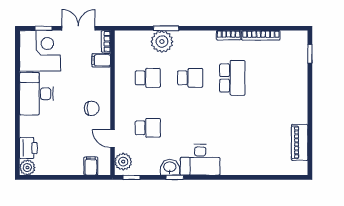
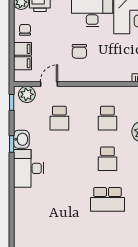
filing cabinet: (101, 60) -> (23, 49), moved, turned 90
chair: (92, 108) -> (79, 51), moved
chair: (56, 164) -> (25, 30), added

